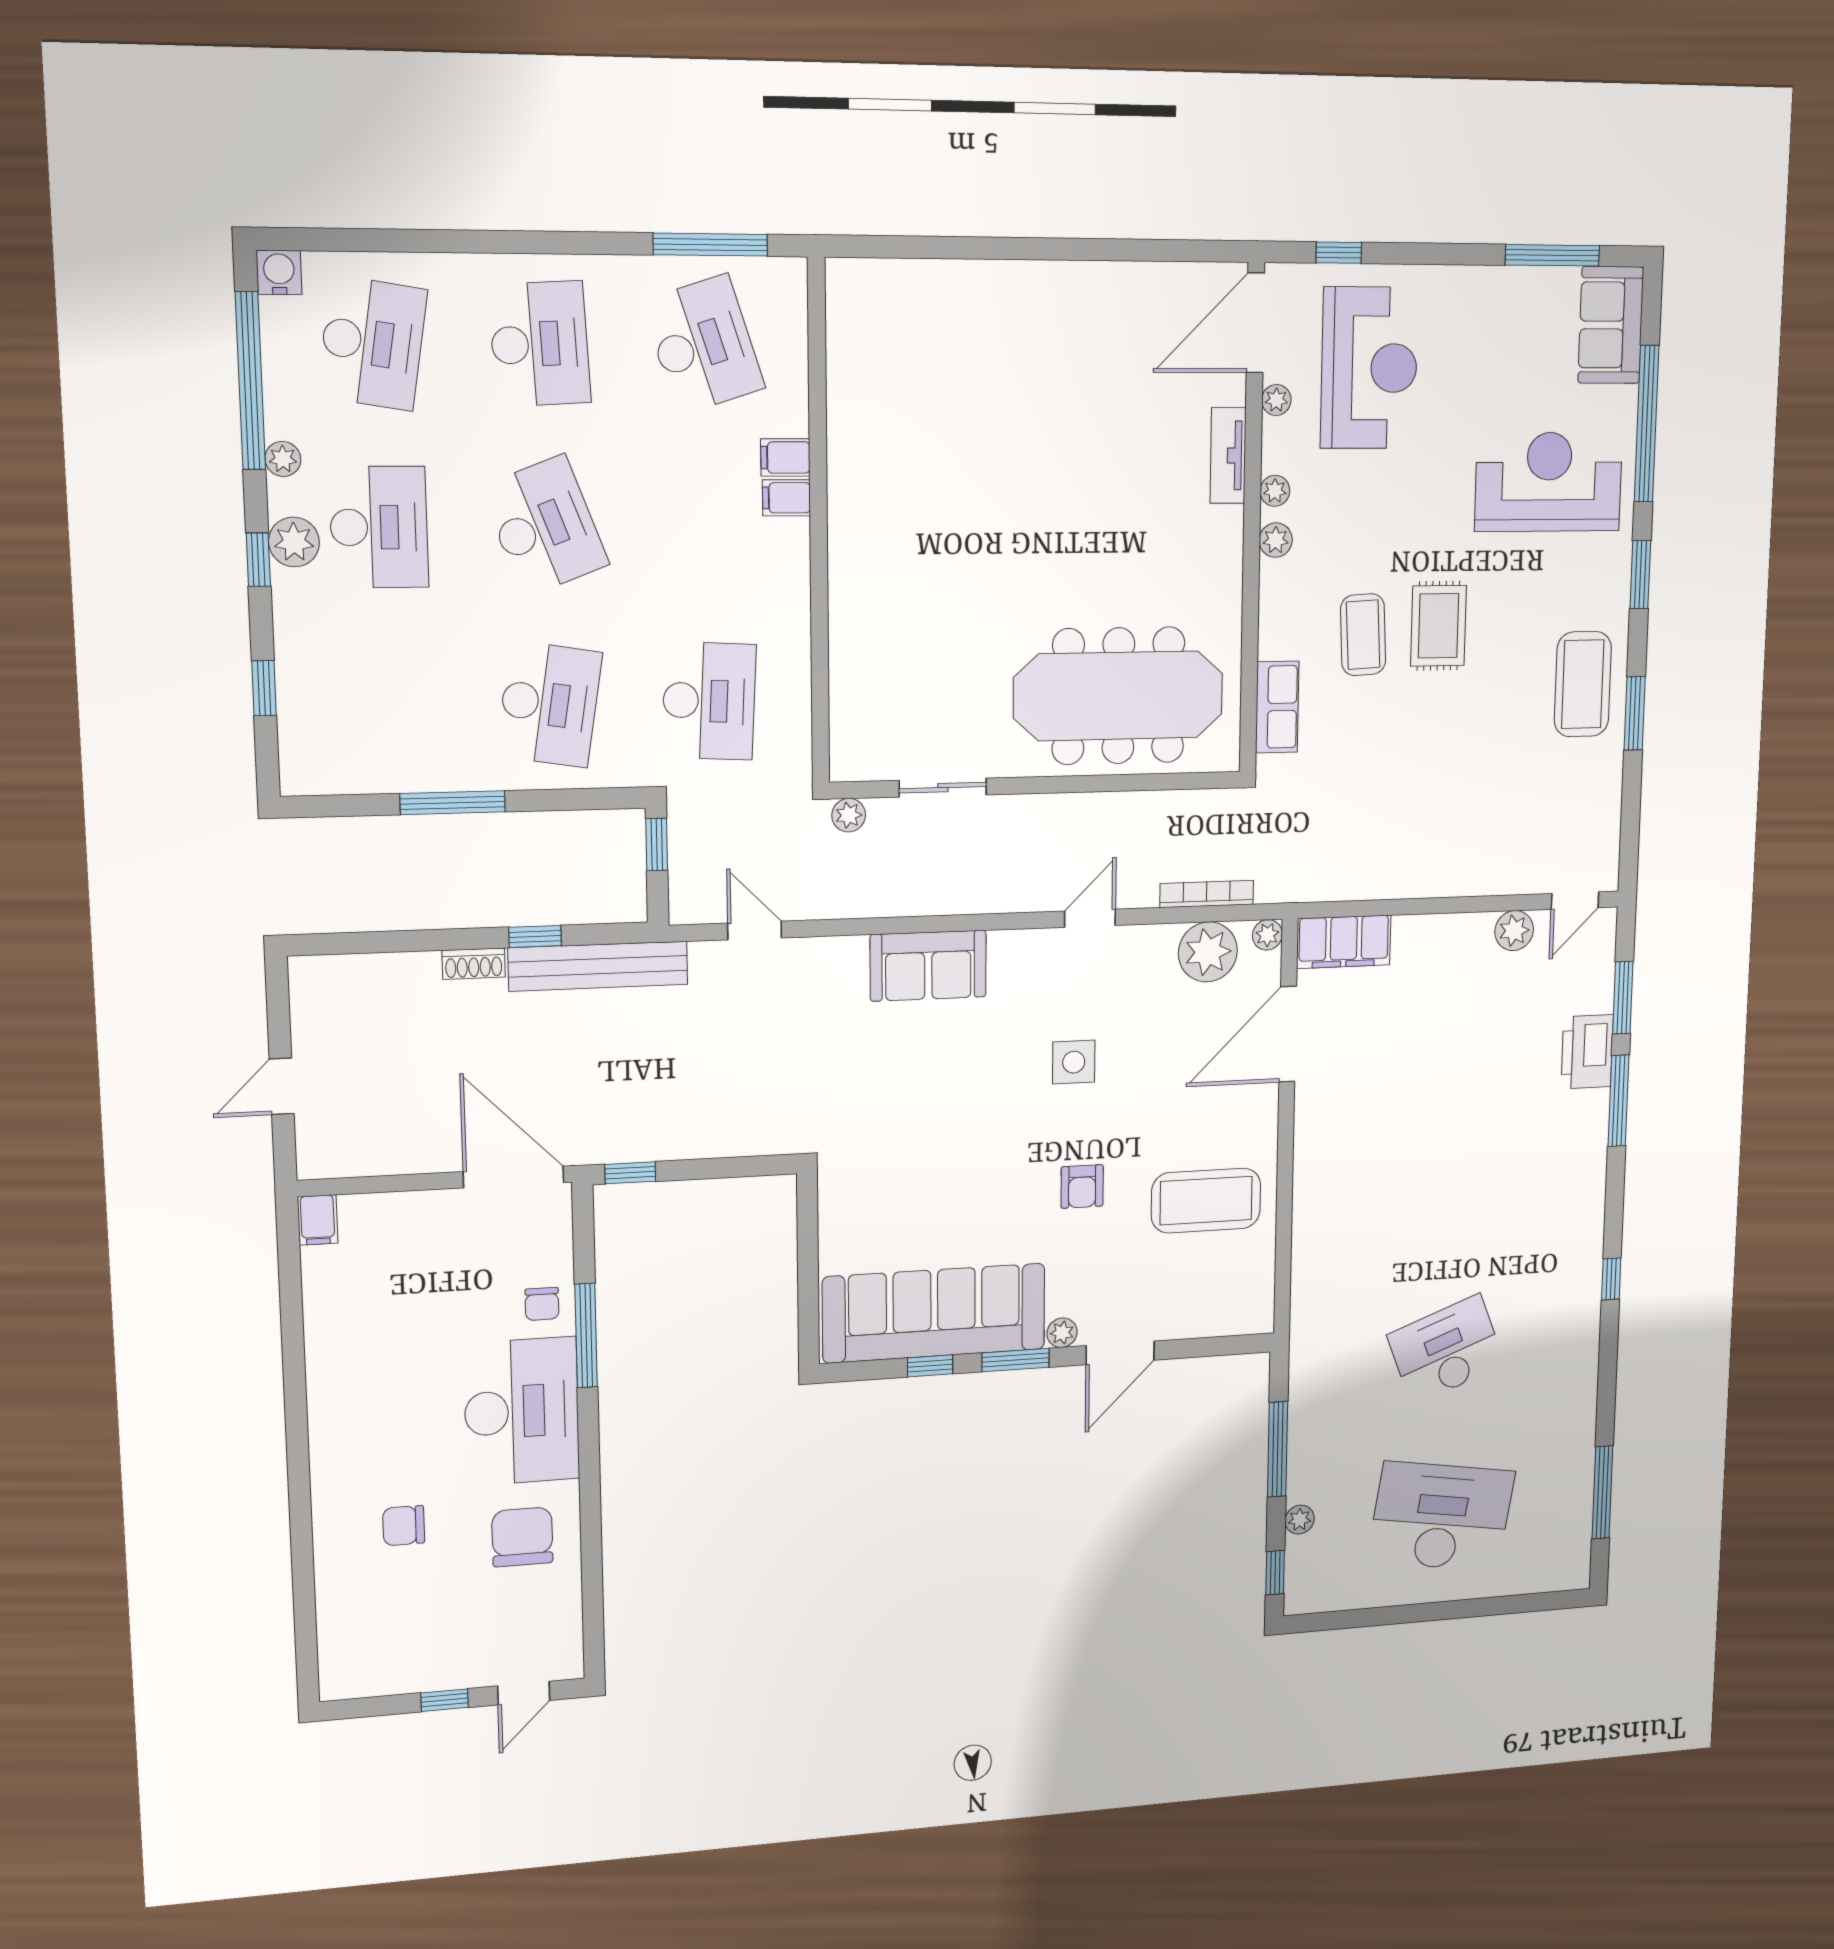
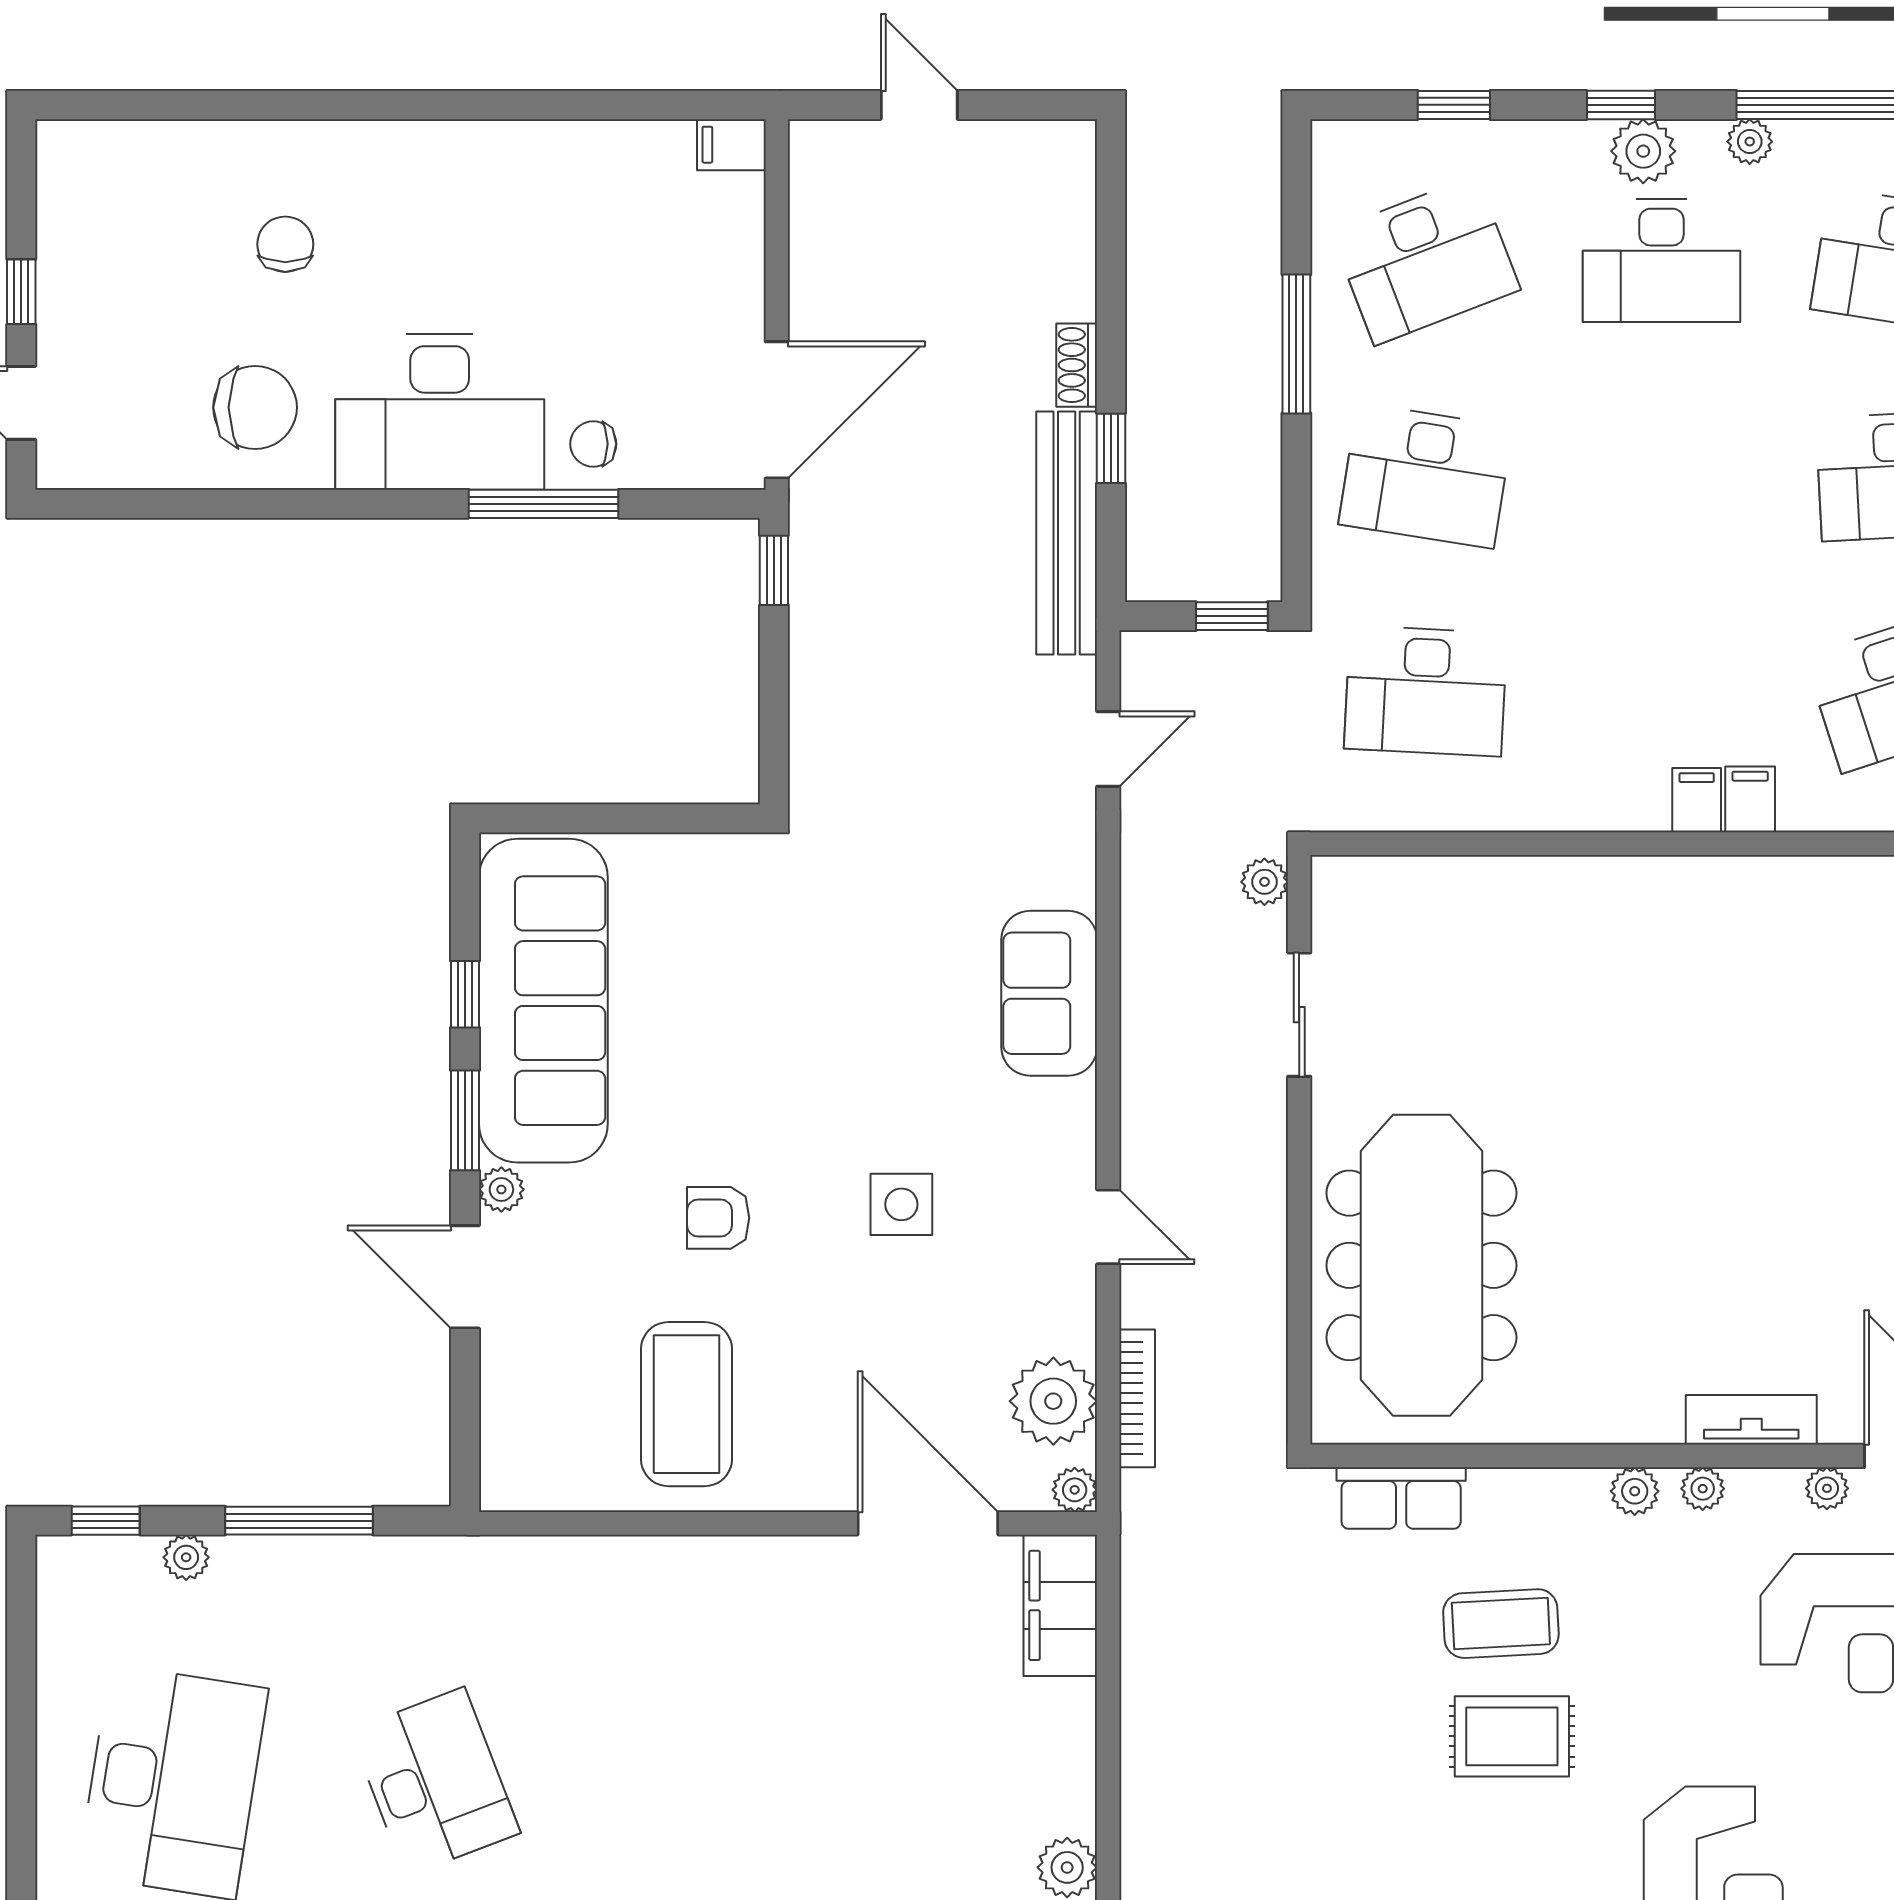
desk: (544, 526) -> (1426, 260), moved

